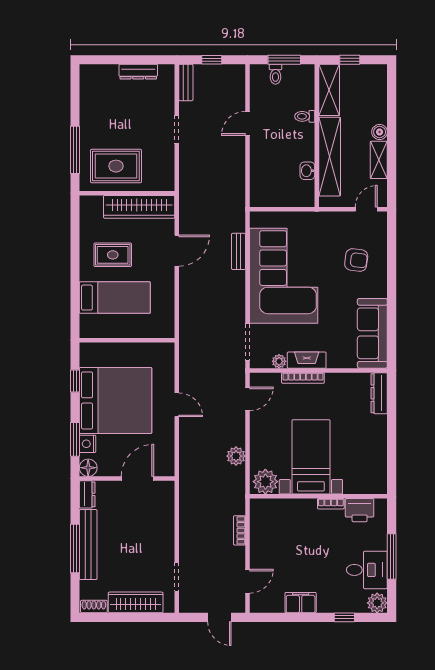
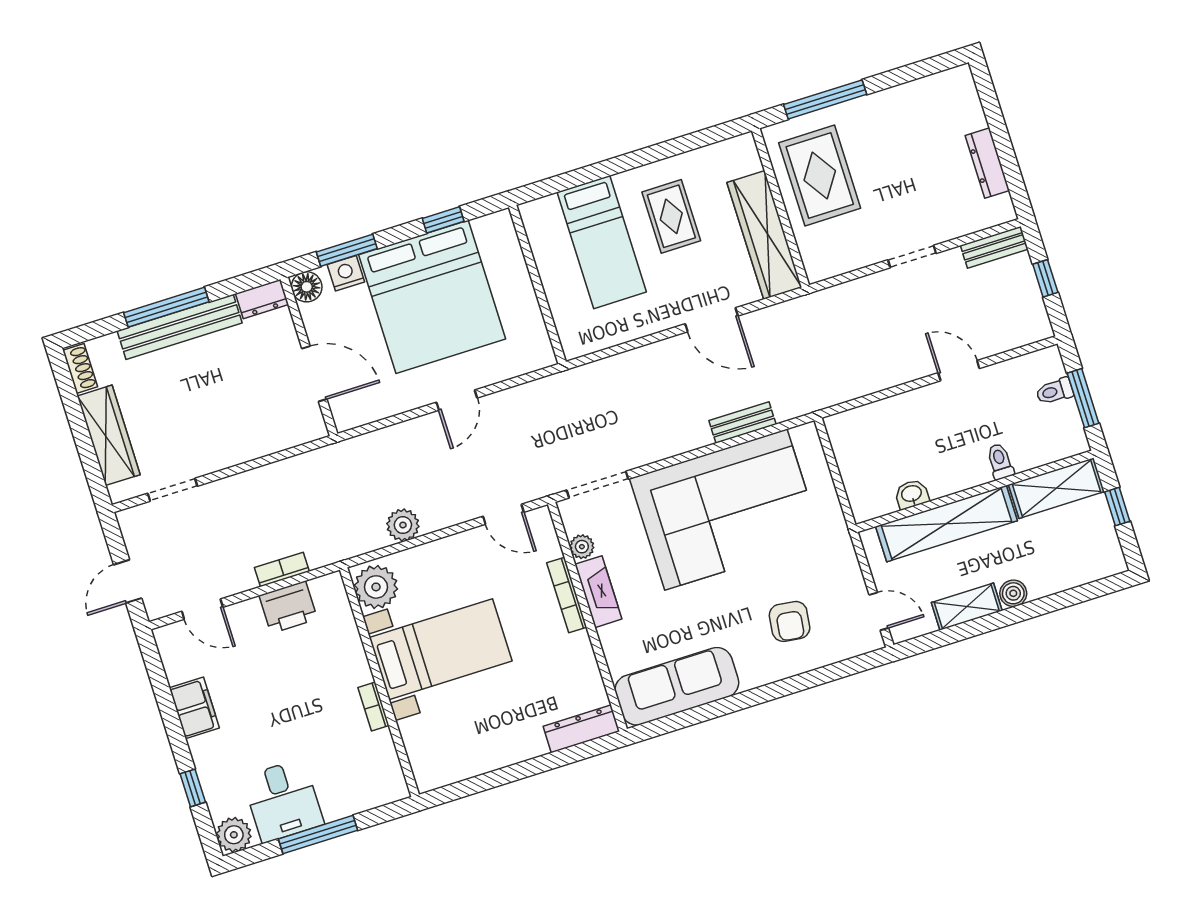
printer: (360, 510) -> (288, 607), moved, turned -90

